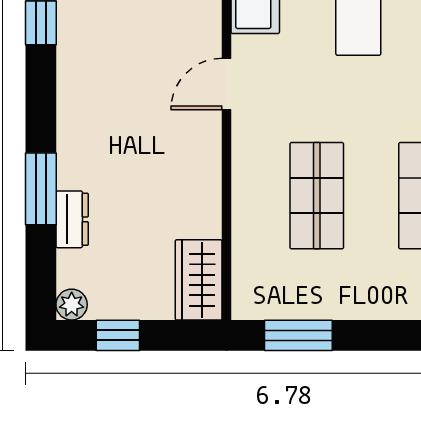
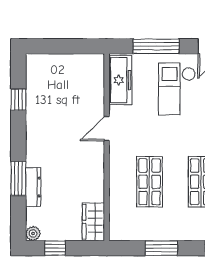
dresser: (72, 219) -> (33, 187), width x1.44
window: (298, 335) -> (161, 248), moved

